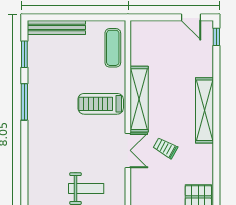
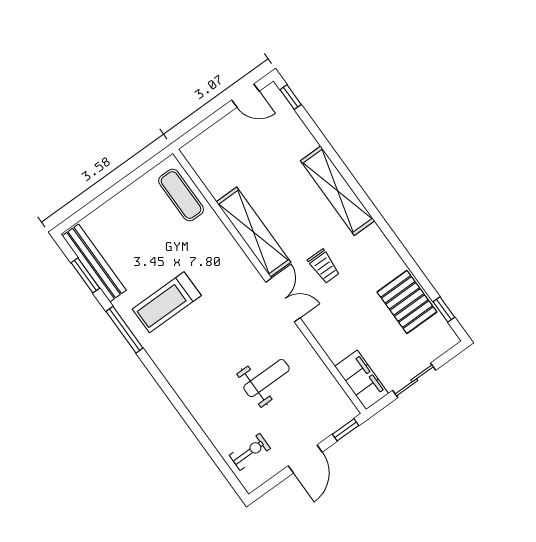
bench: (56, 28) -> (94, 263), moved, turned 90
treadmill: (101, 104) -> (167, 302), moved
trolley: (165, 148) -> (324, 266), turned -119

